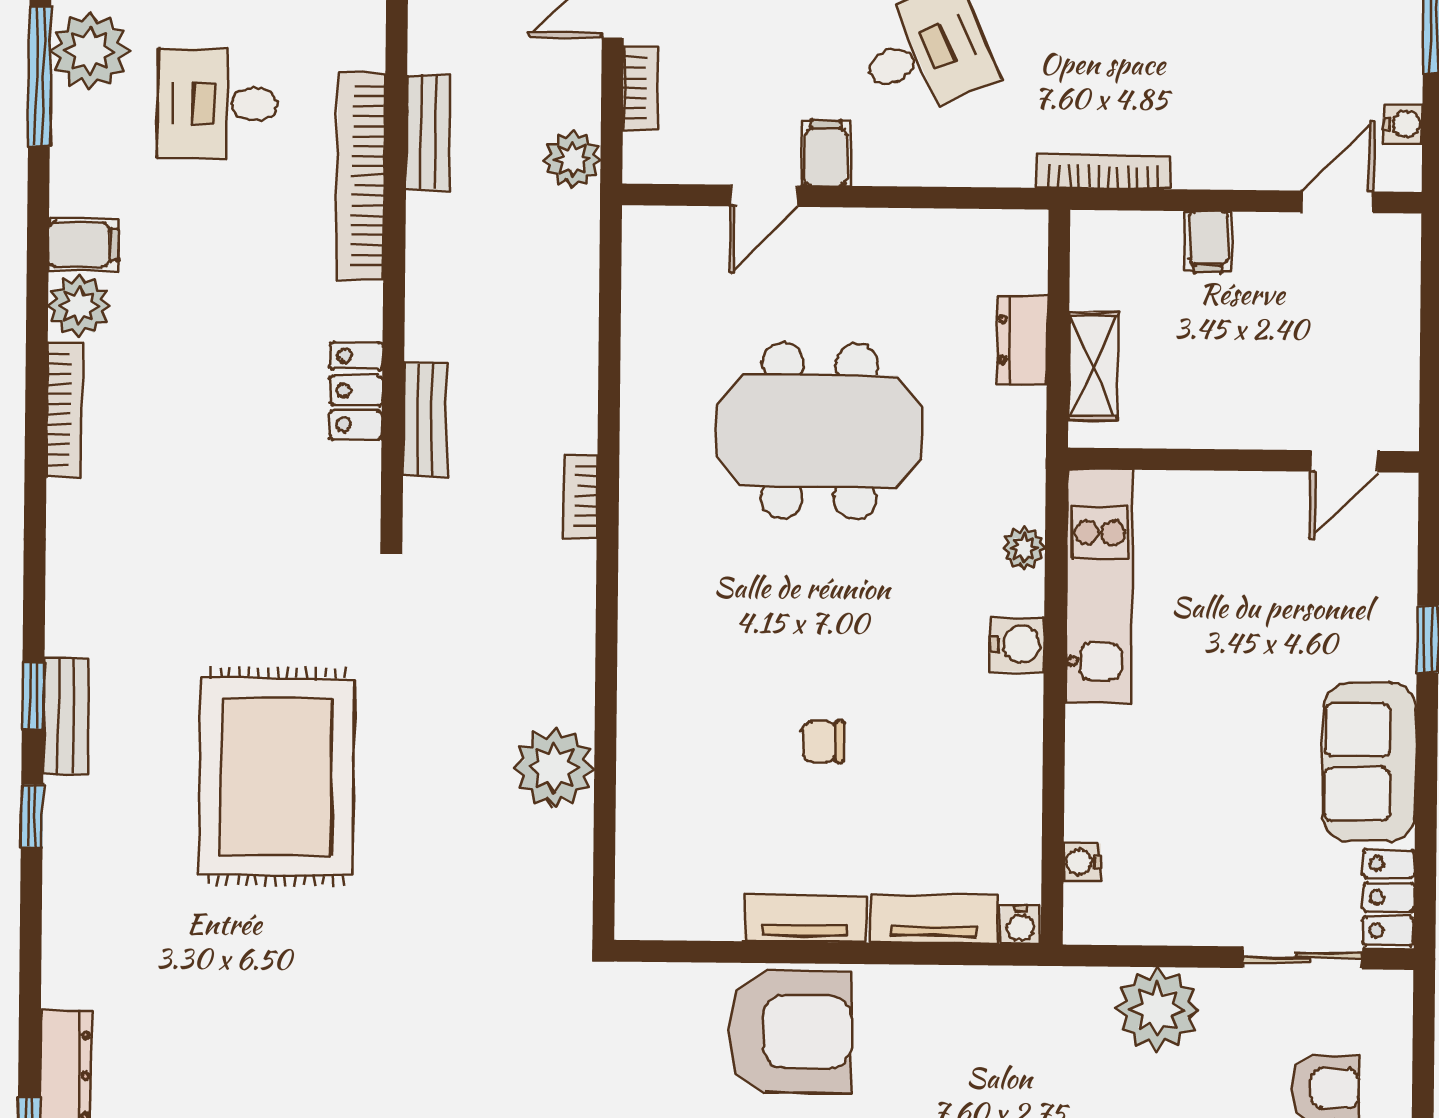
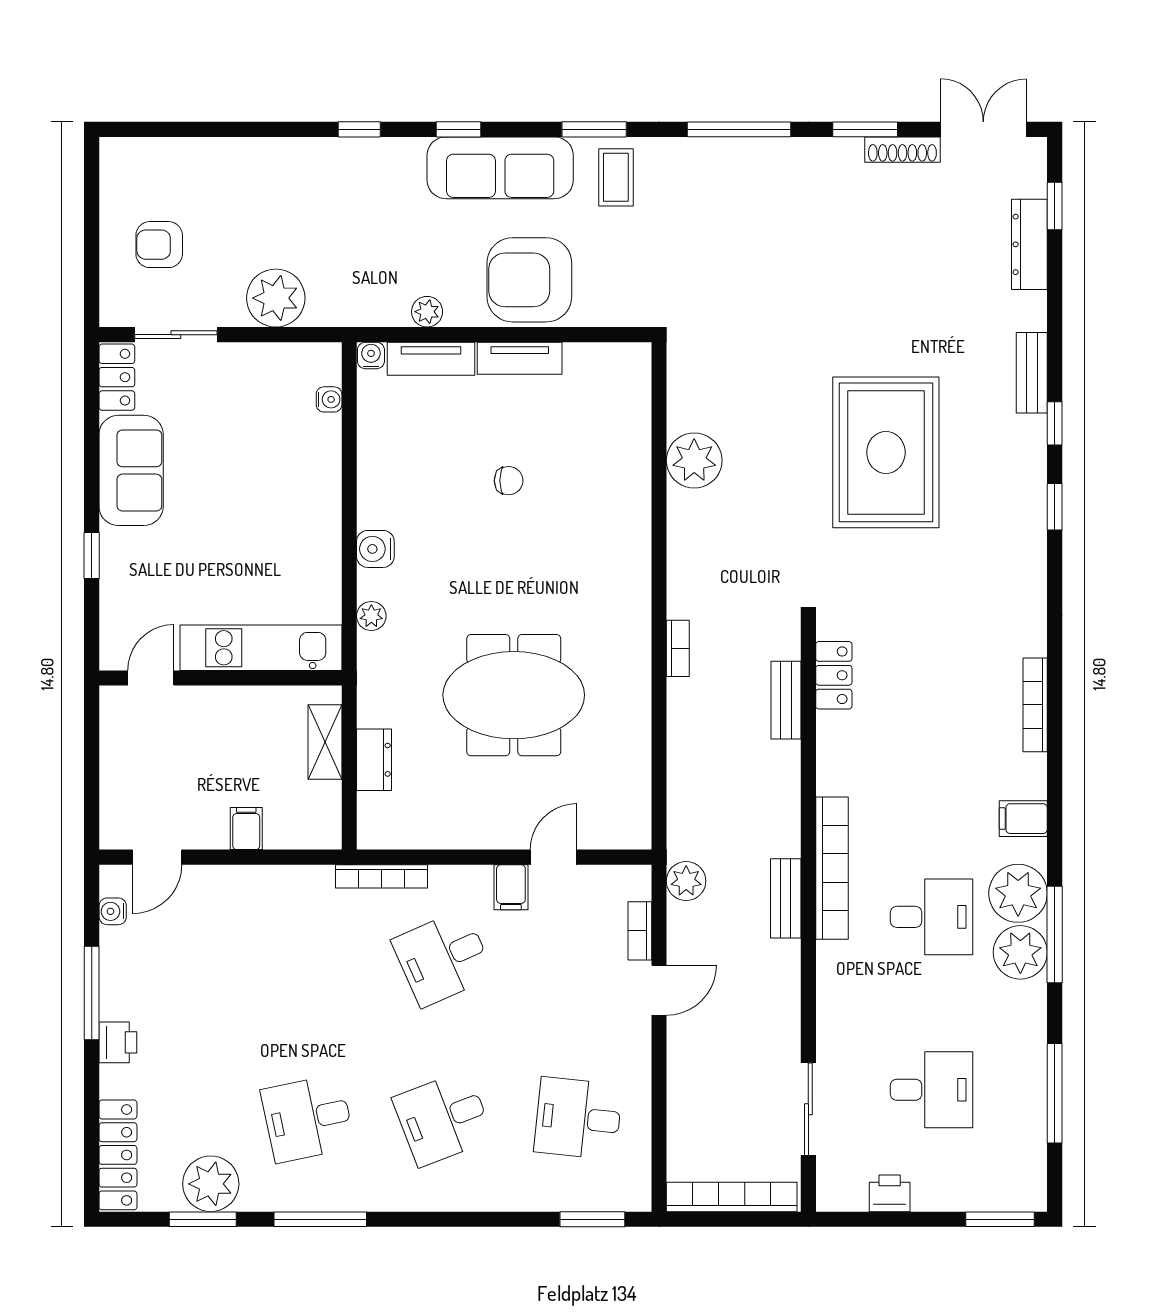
bookcase: (1103, 172) -> (382, 876), moved
plant: (79, 306) -> (1018, 893), moved, width x1.36, depth x1.36
locker: (356, 391) -> (834, 675), moved
kitchen unit: (1099, 586) -> (261, 648), moved, turned 90
bench: (66, 716) -> (1032, 373), moved
plant: (939, 987) -> (427, 312), added

